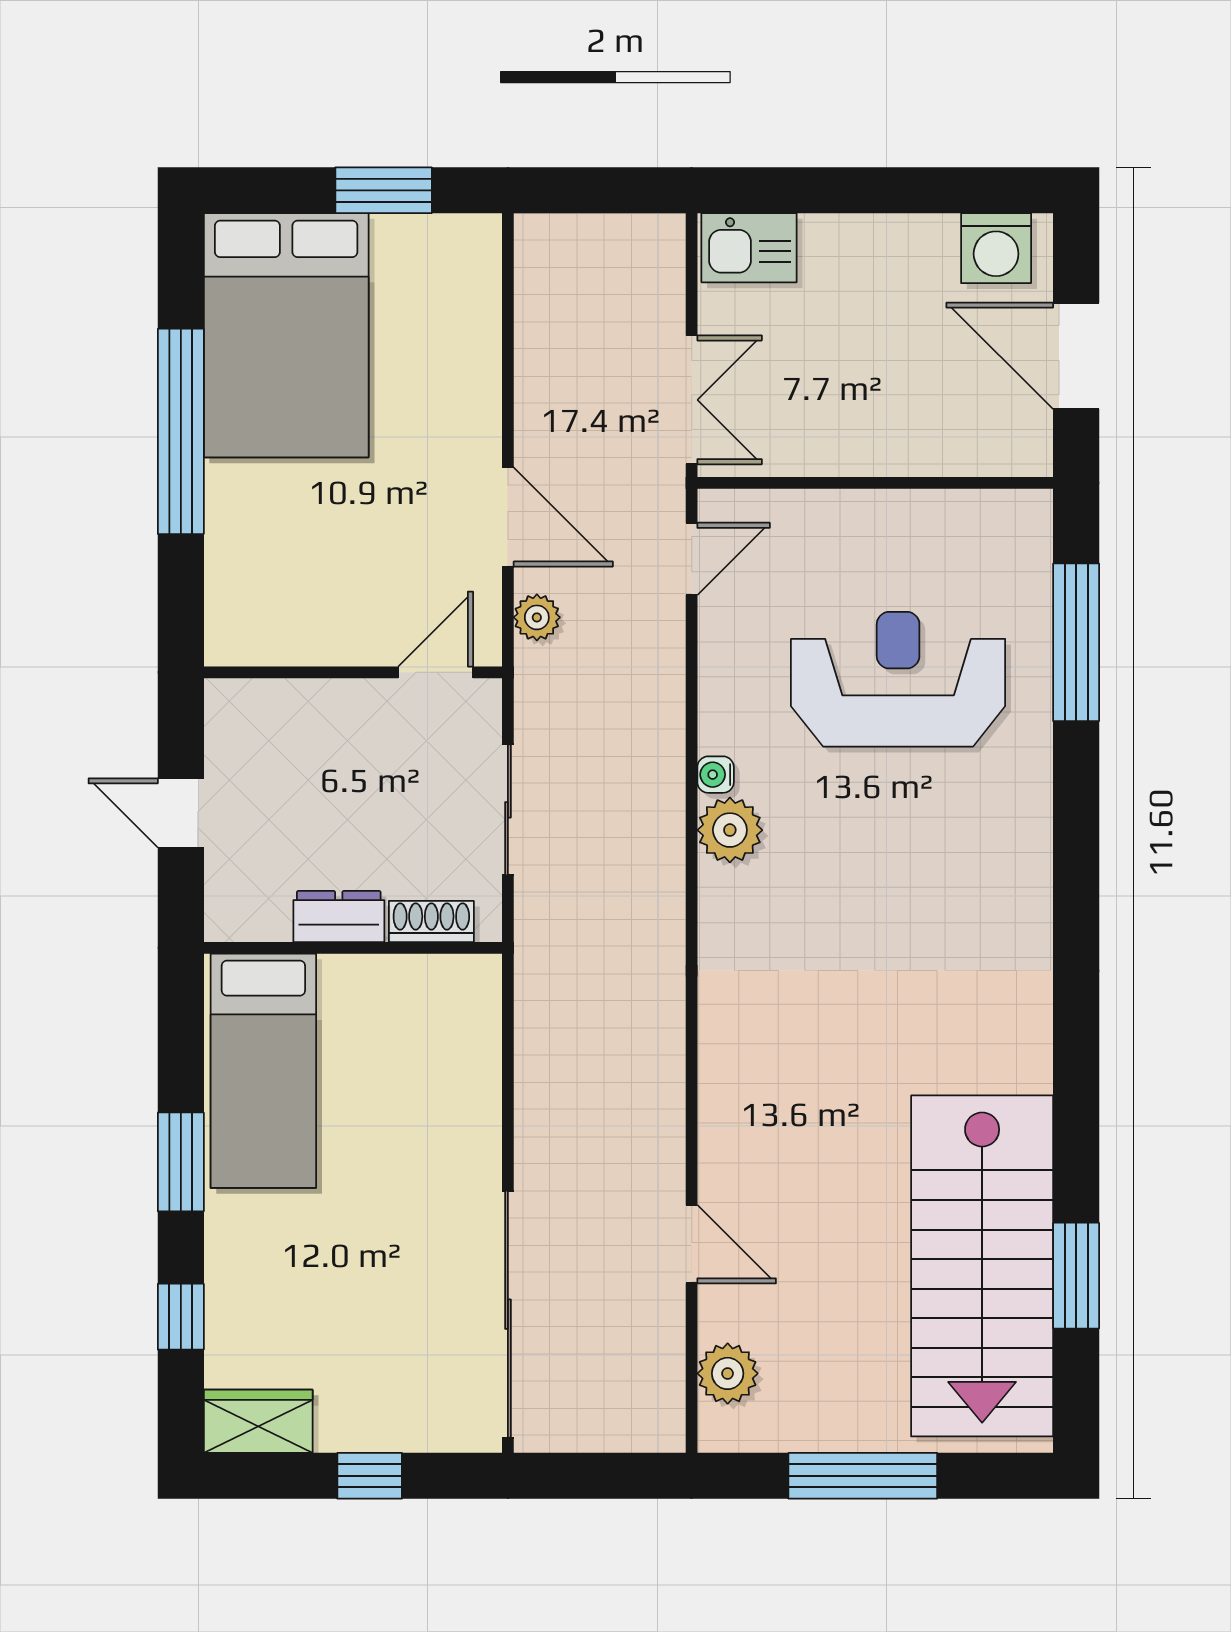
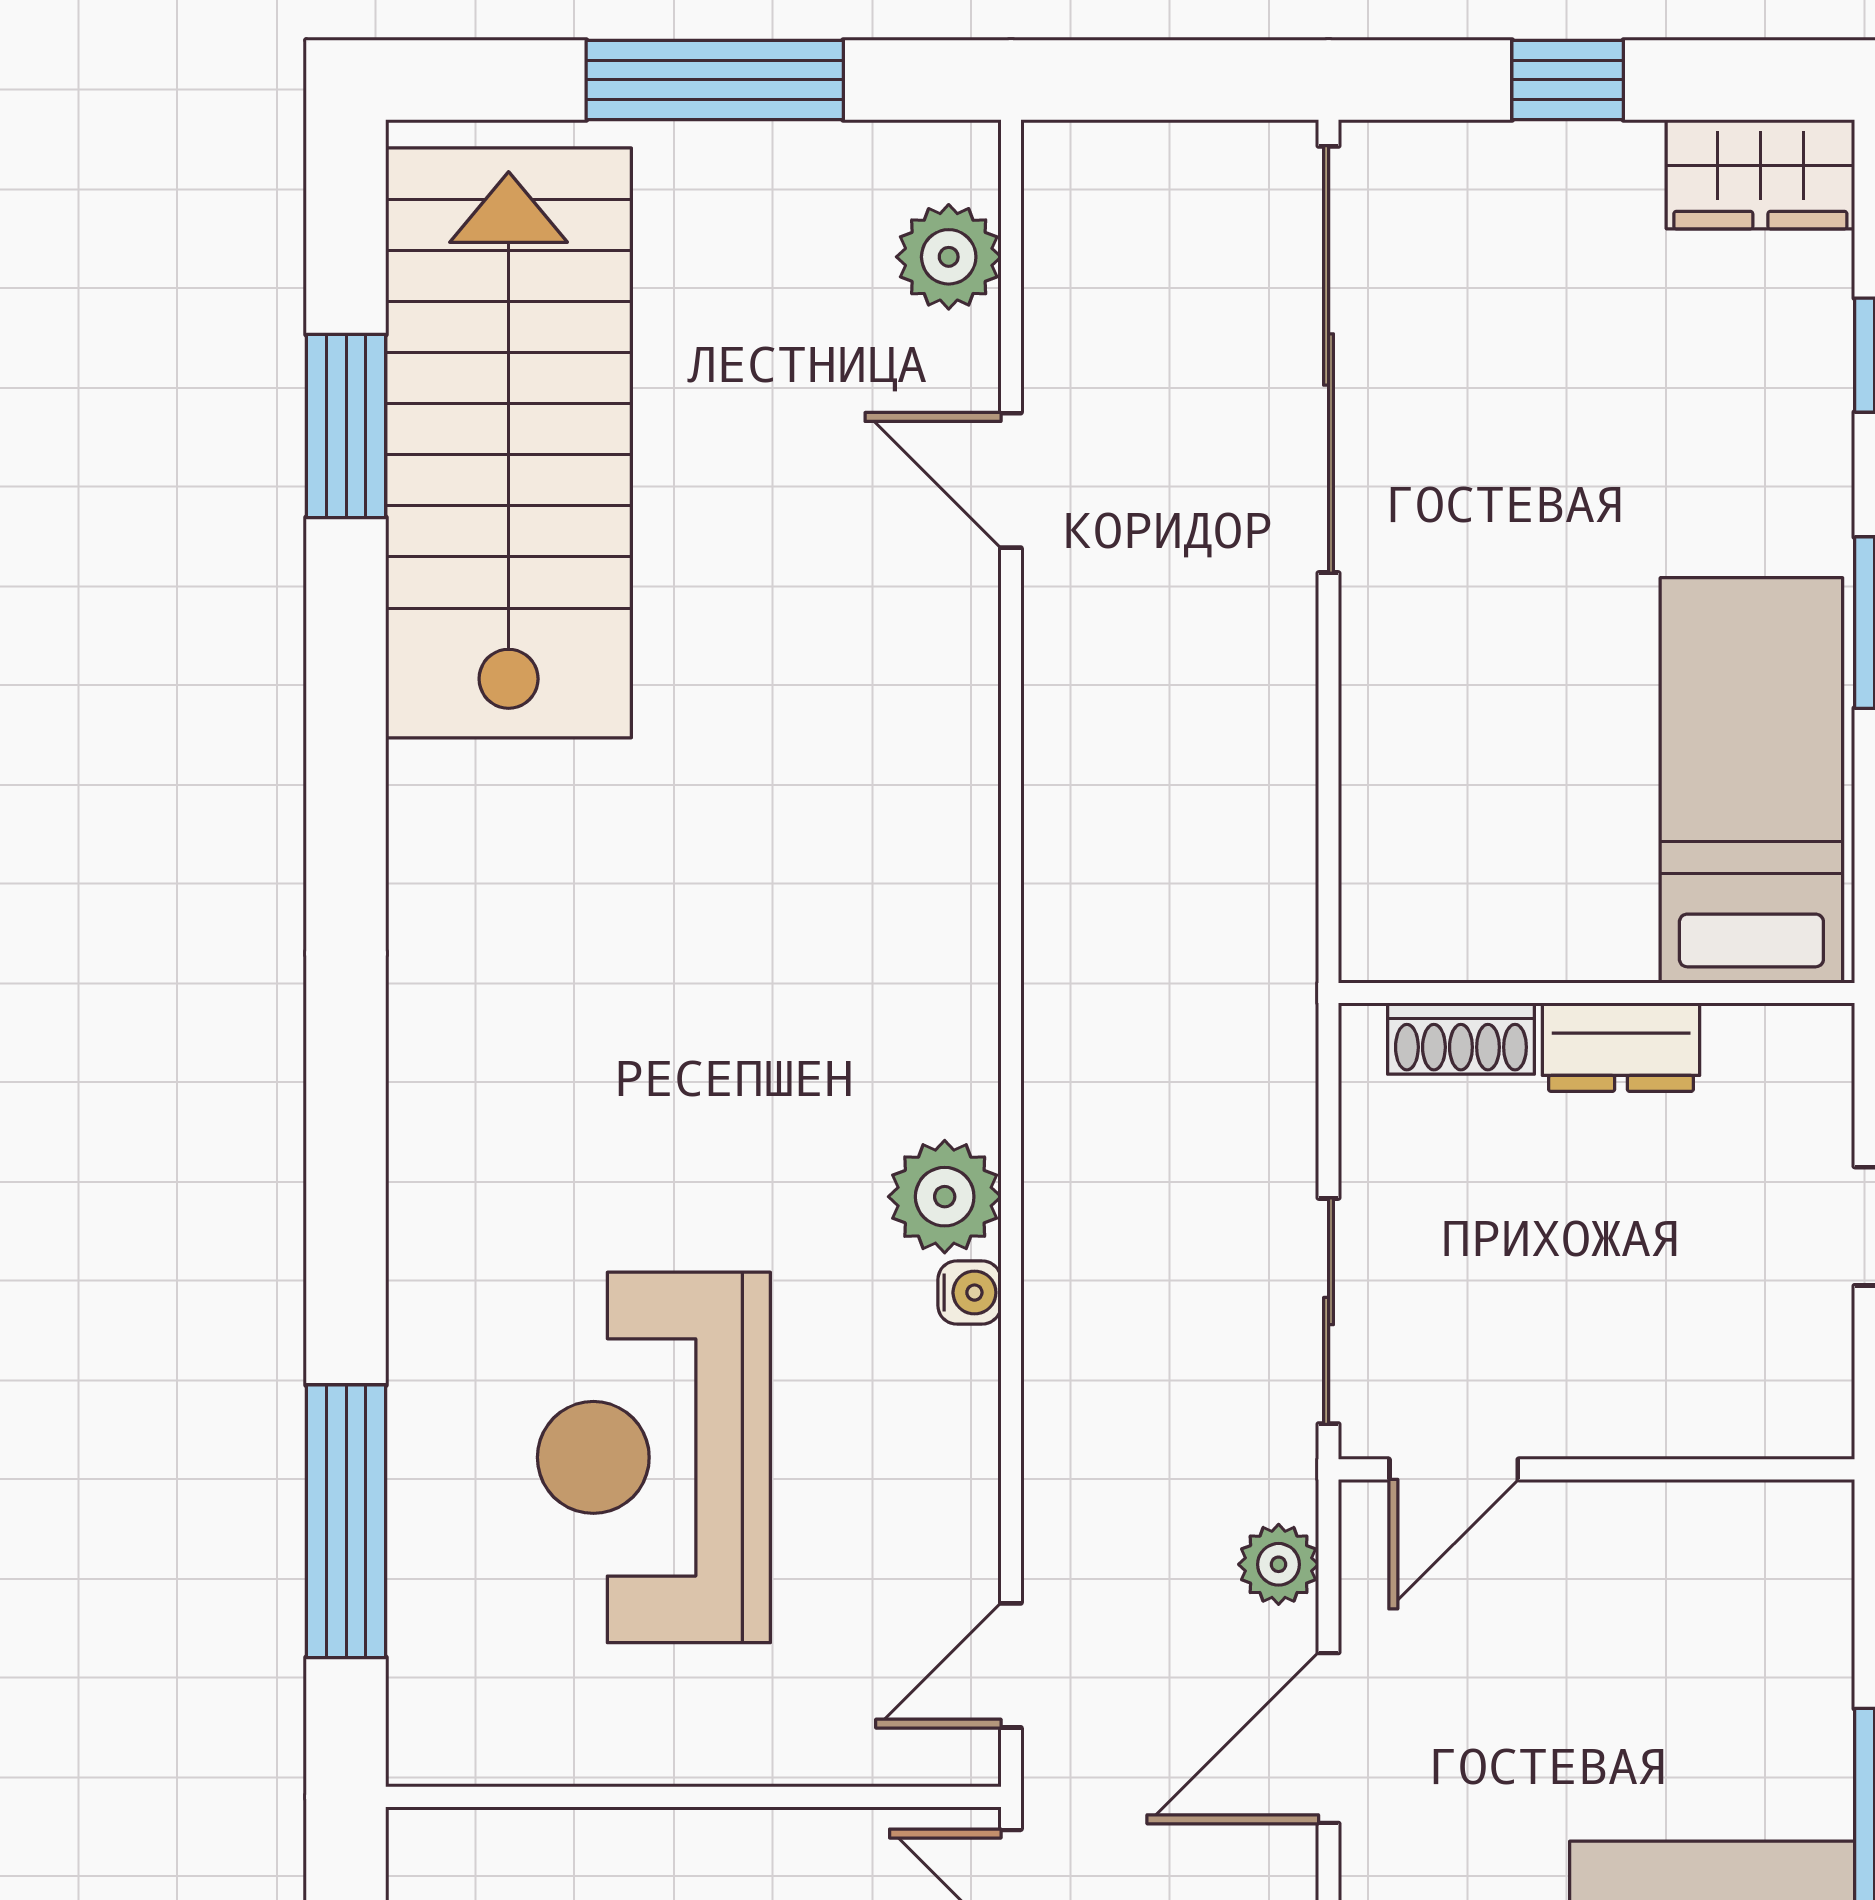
door: (508, 517) -> (1329, 1738), hinge flipped
reception desk: (898, 679) -> (654, 1457), turned 90
sliding door: (508, 810) -> (1329, 1311), moved

